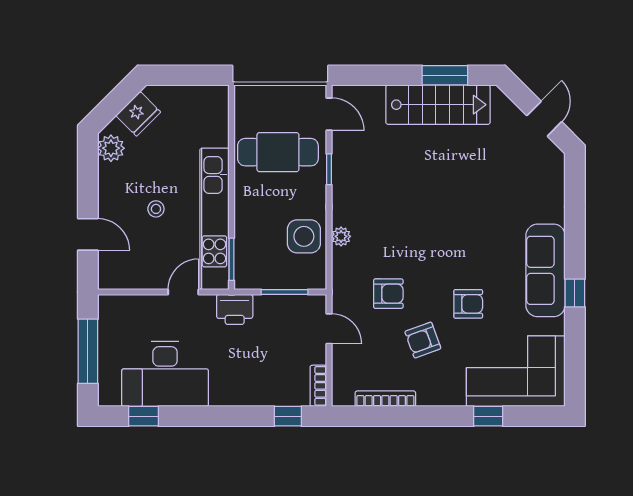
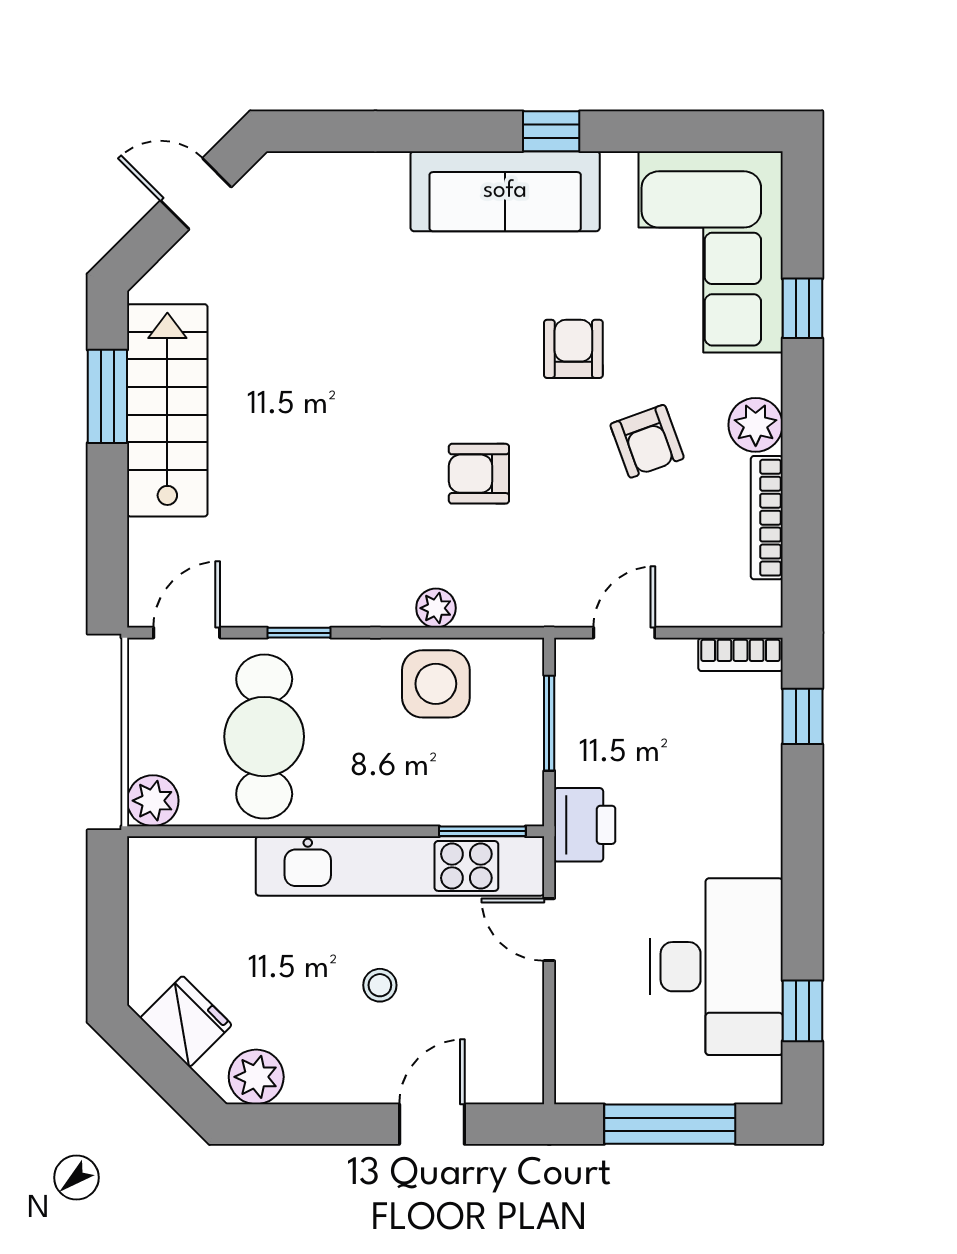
plant: (247, 98) -> (153, 801), added
armchair: (388, 294) -> (479, 474), moved, turned -90
plant: (431, 393) -> (756, 425), added

